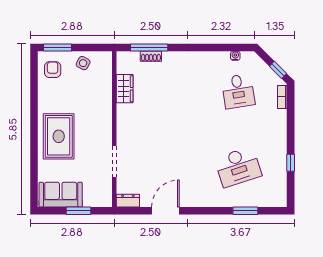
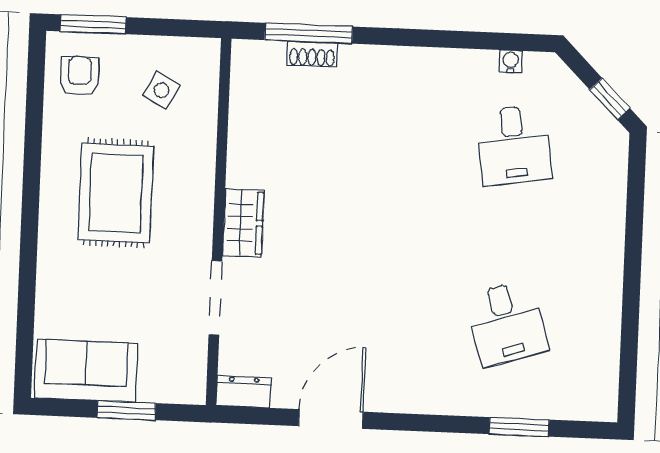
side table: (83, 63) -> (161, 90), moved
wardrobe: (125, 89) -> (243, 223), moved
bookcase: (282, 97) -> (617, 163), removed
rug: (59, 136) -> (116, 193), moved
window: (291, 163) -> (630, 318), removed
desk: (238, 167) -> (506, 323), width x0.73

